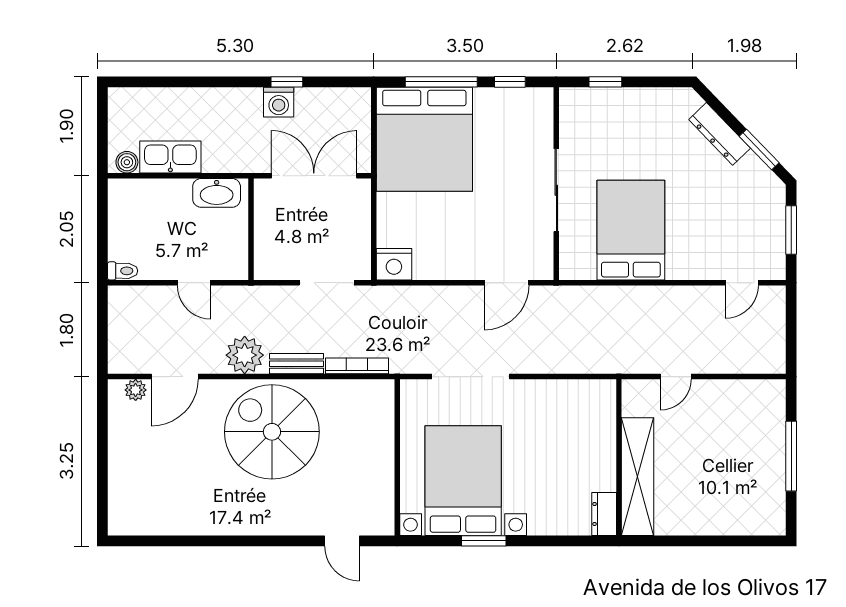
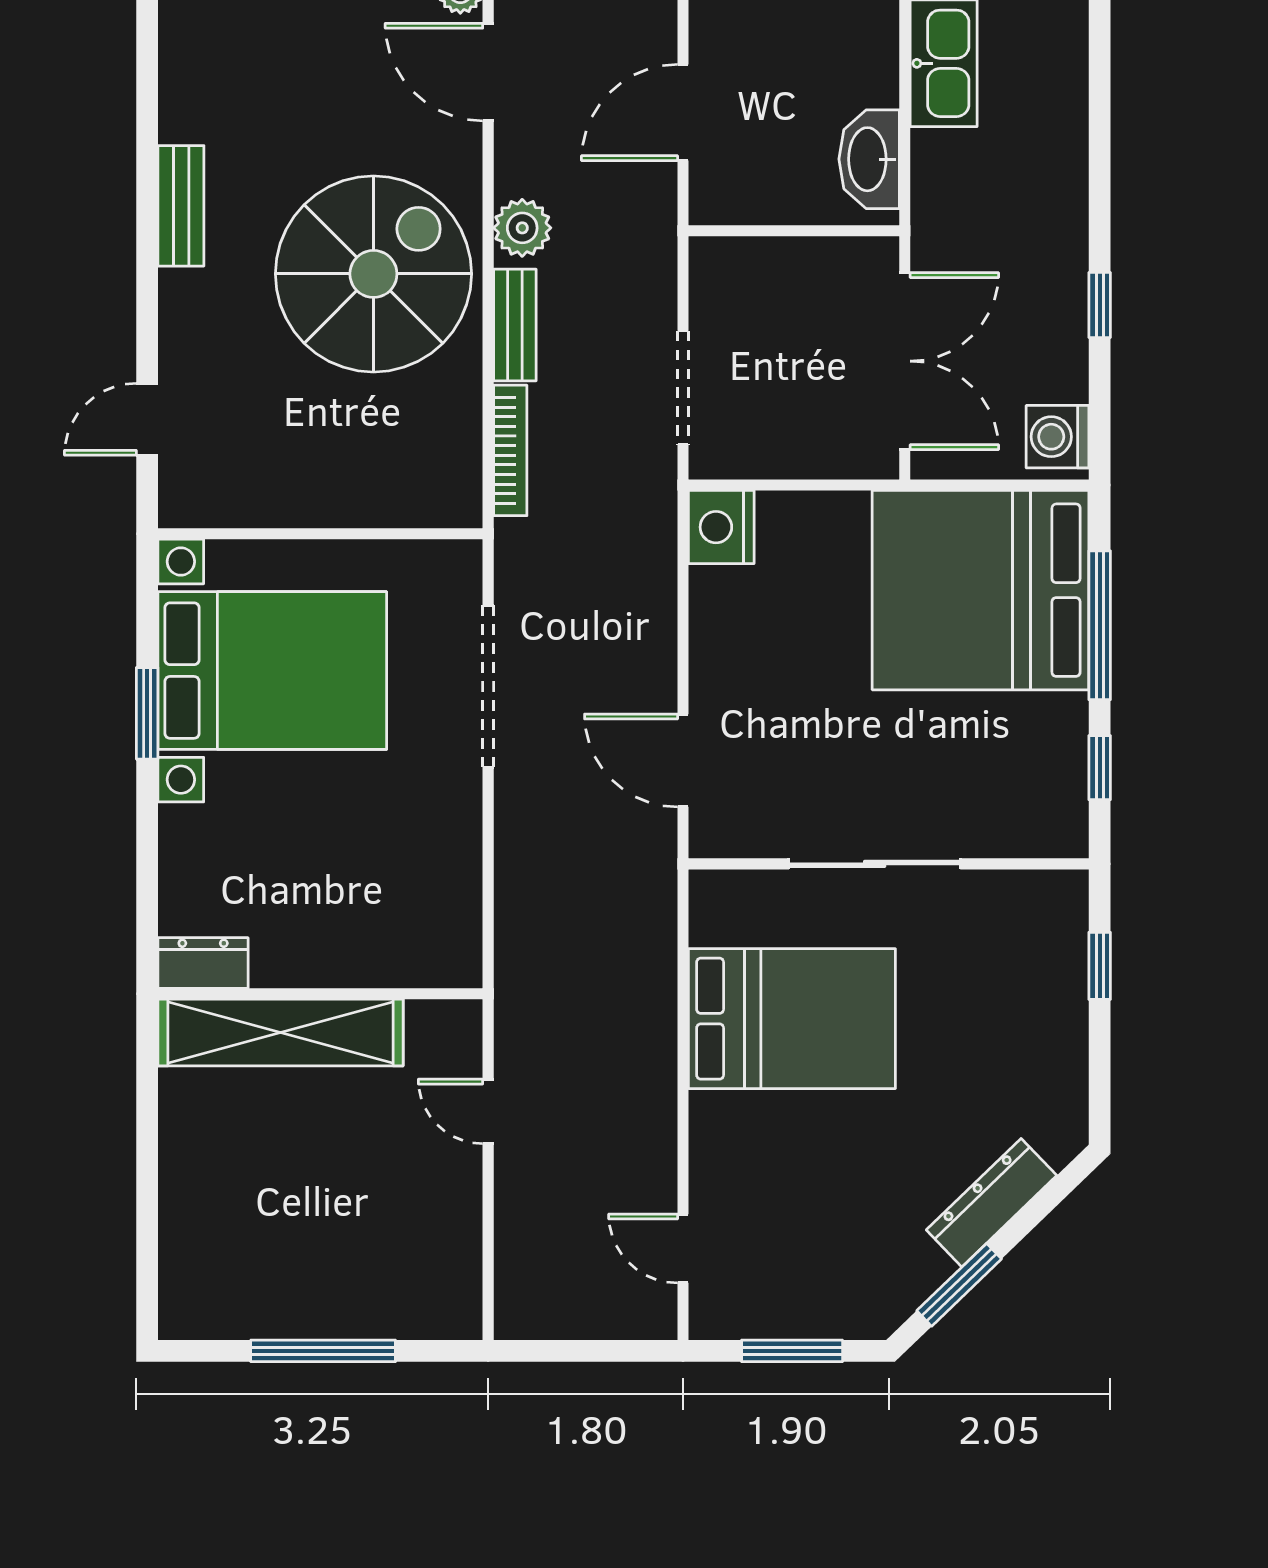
washing machine: (279, 102) -> (1057, 437), moved
door: (194, 283) -> (683, 113), width x1.38
plant: (245, 355) -> (522, 228), width x0.73, depth x0.73
bench: (239, 525) -> (181, 206), added

